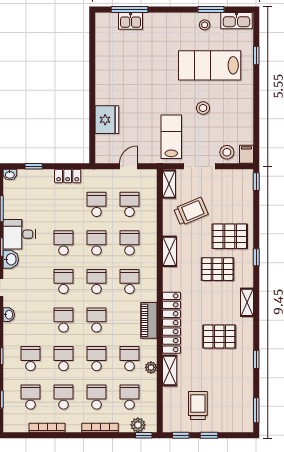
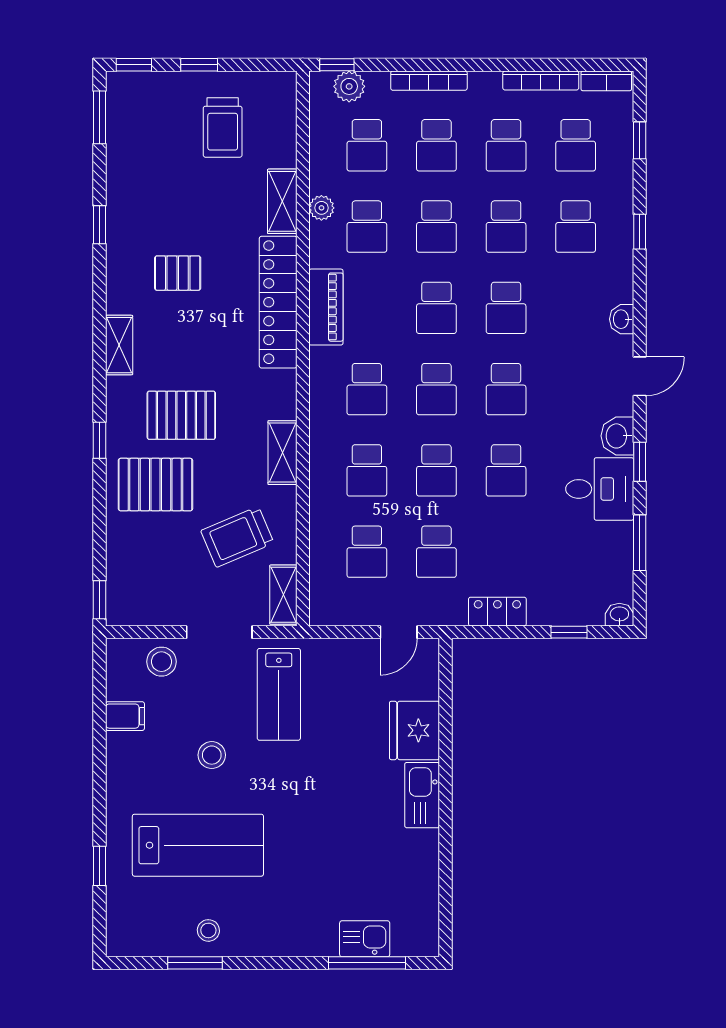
kitchen sink: (236, 21) -> (422, 795), moved, turned -90
filing cabinet: (246, 154) -> (125, 716), moved, turned -90
door: (128, 166) -> (399, 632), moved
pallet: (219, 336) -> (178, 273), width x0.67, depth x0.71
bookcase: (16, 428) -> (606, 81), added
window: (181, 435) -> (134, 65), moved

